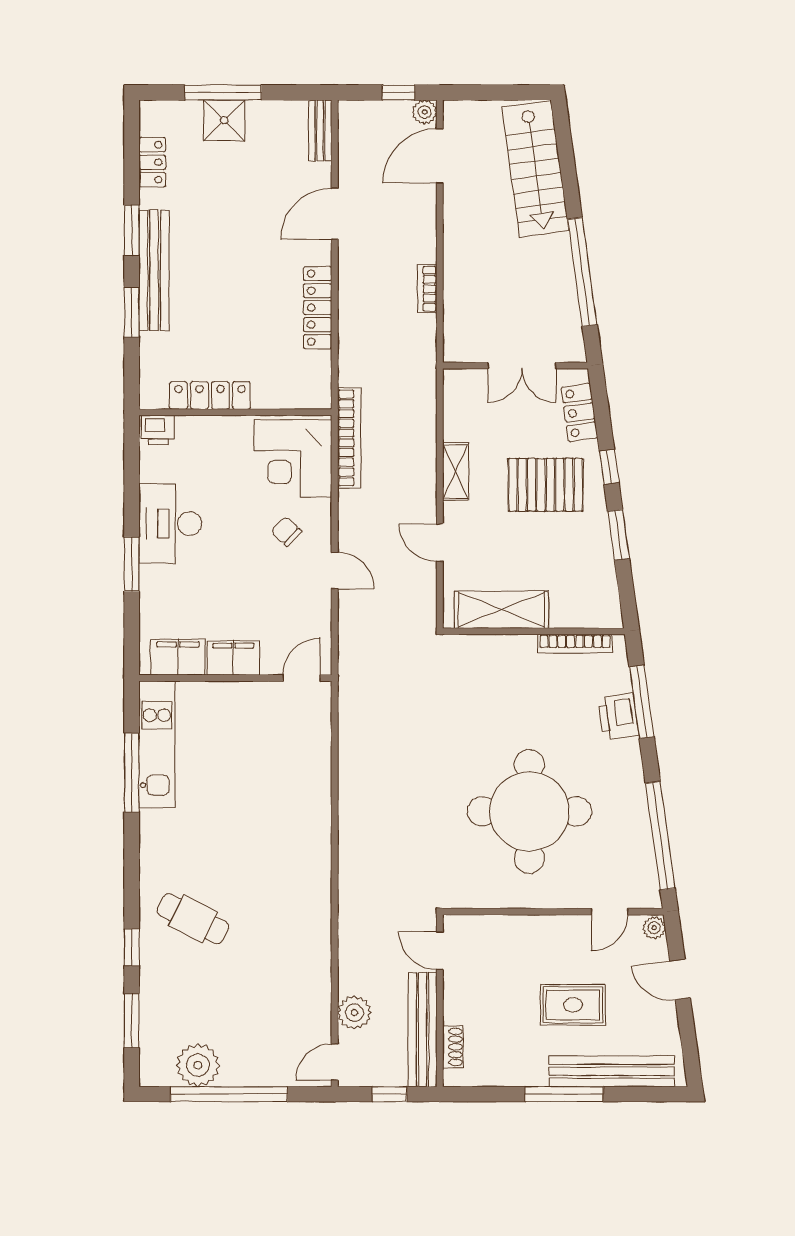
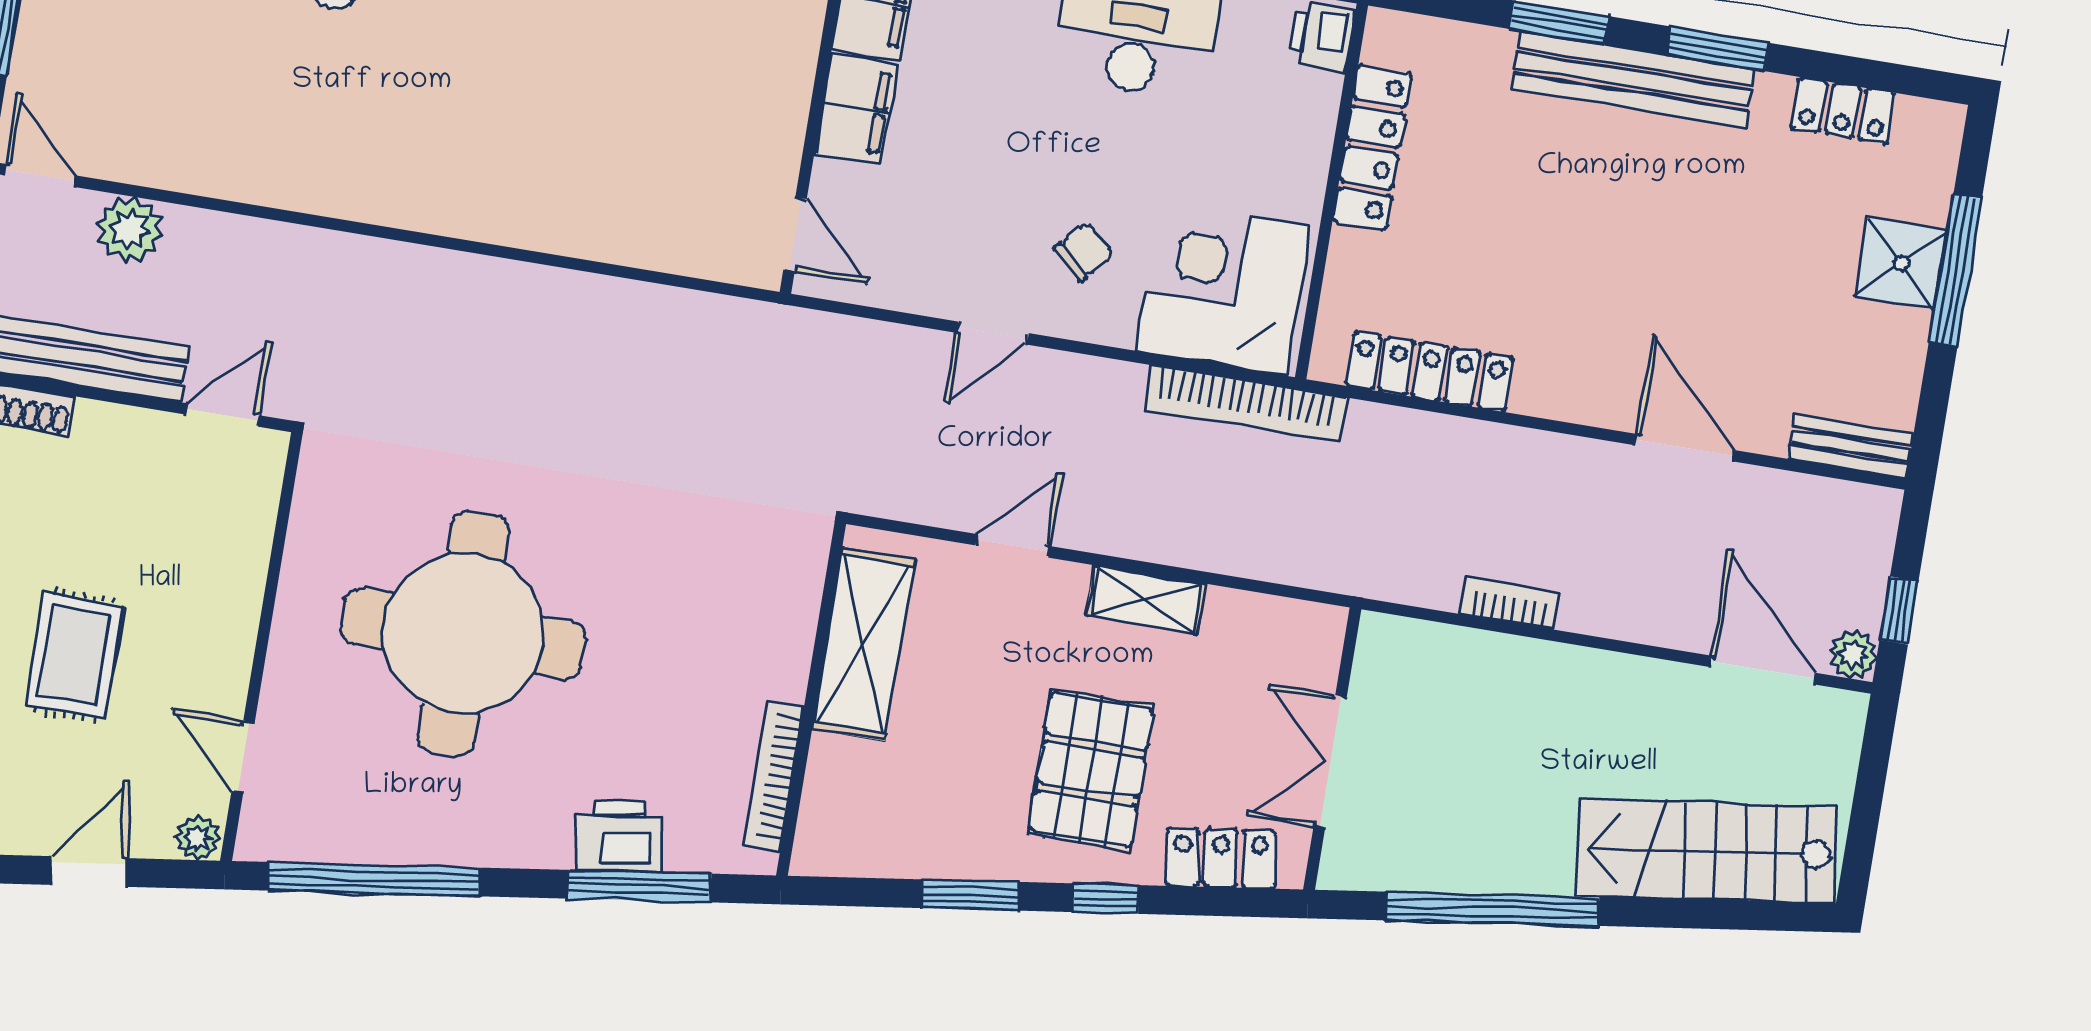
locker: (318, 308) -> (1430, 372), moved

